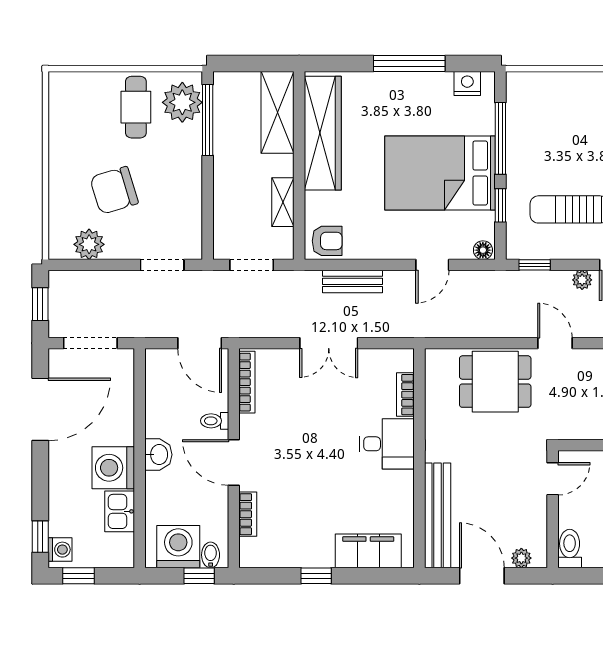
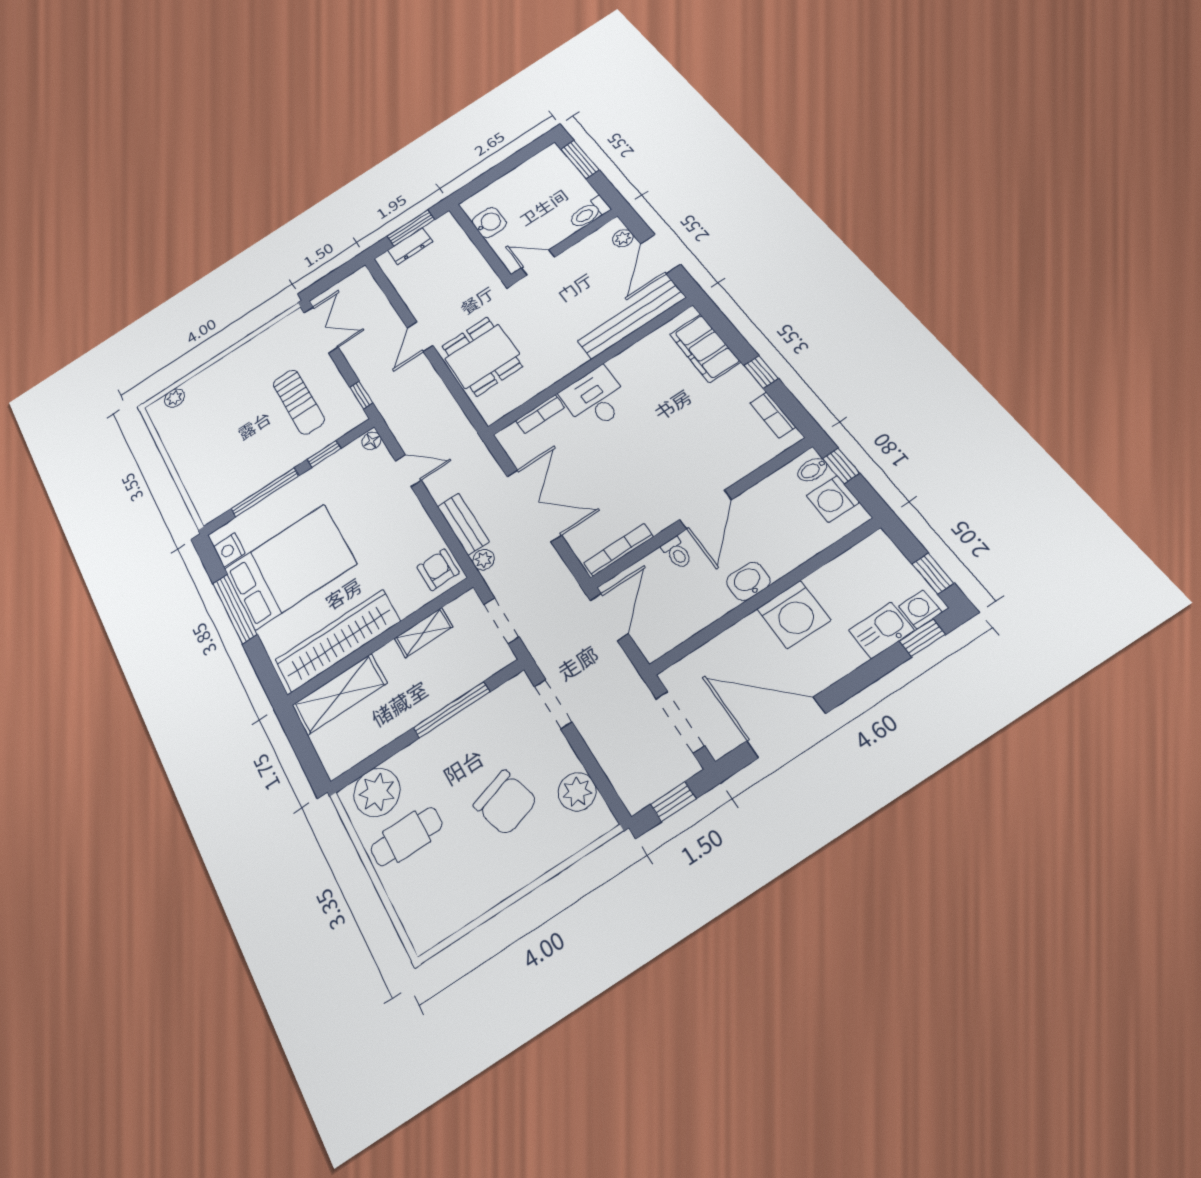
window: (208, 120) -> (452, 710), moved
bed: (440, 173) -> (290, 566), moved, turned -90
plant: (582, 280) -> (484, 560), moved
double door: (329, 343) -> (534, 505), width x1.37
kitchen sink: (120, 511) -> (881, 630), moved, turned 180
bookcase: (248, 514) -> (773, 415), moved, turned -90
washing machine: (178, 547) -> (833, 499), width x0.73, depth x0.73

